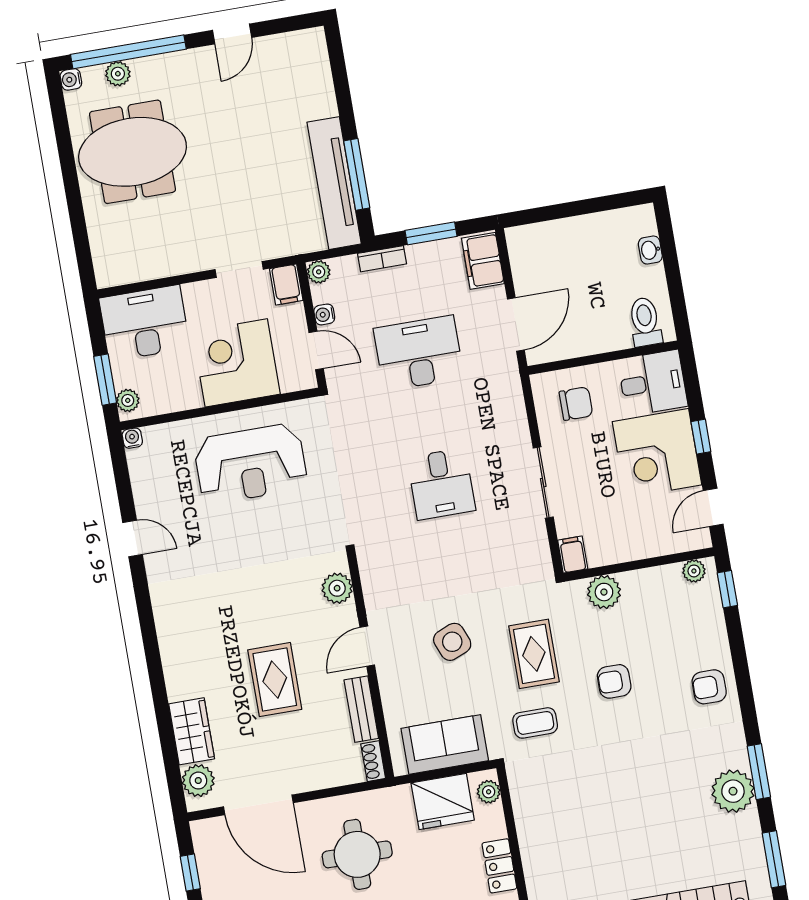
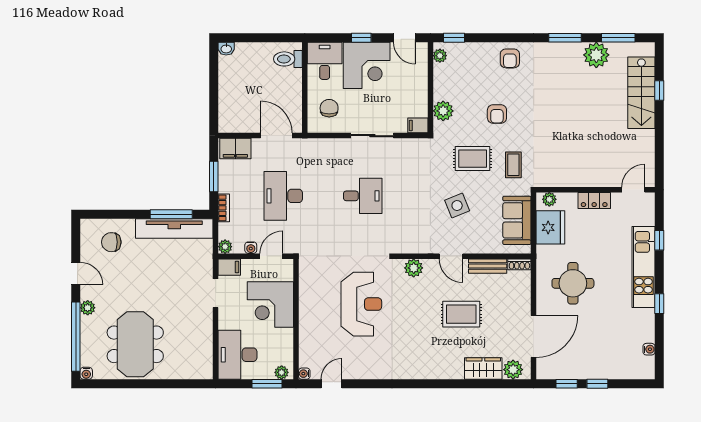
plant: (118, 74) -> (88, 308), moved
chair: (294, 83) -> (111, 242), added
washbasin: (650, 250) -> (226, 49), moved
reception desk: (251, 464) -> (361, 304), moved
door: (133, 538) -> (332, 384), moved
plant: (733, 791) -> (596, 55), moved

